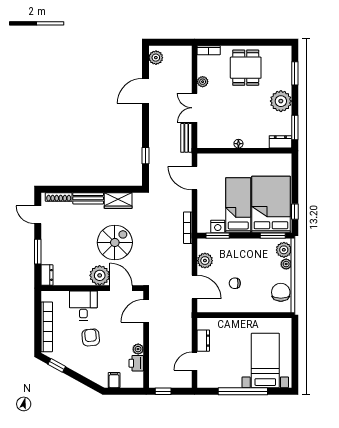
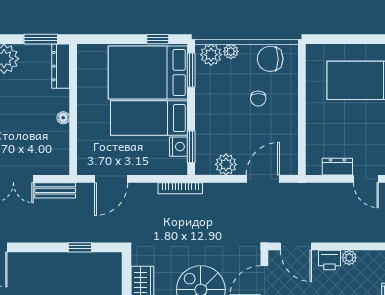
dresser: (280, 142) -> (61, 66), width x1.44
chair: (235, 283) -> (258, 99), moved
printer: (136, 363) -> (329, 260), moved

